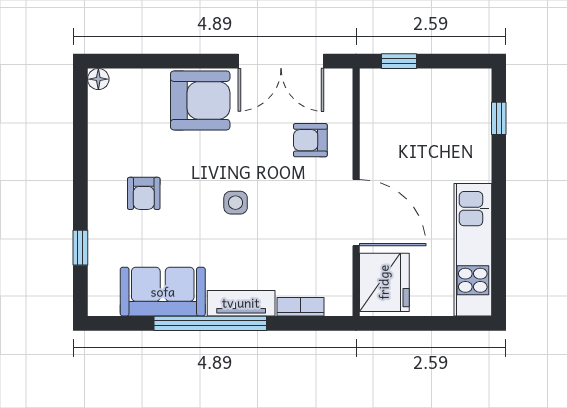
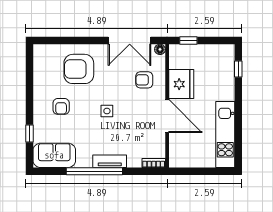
floor lamp: (98, 79) -> (160, 49), moved
armchair: (200, 100) -> (79, 69), moved, turned 180
fridge: (384, 282) -> (181, 84), moved
sofa: (163, 292) -> (54, 155), moved
bookcase: (300, 307) -> (154, 163), moved

